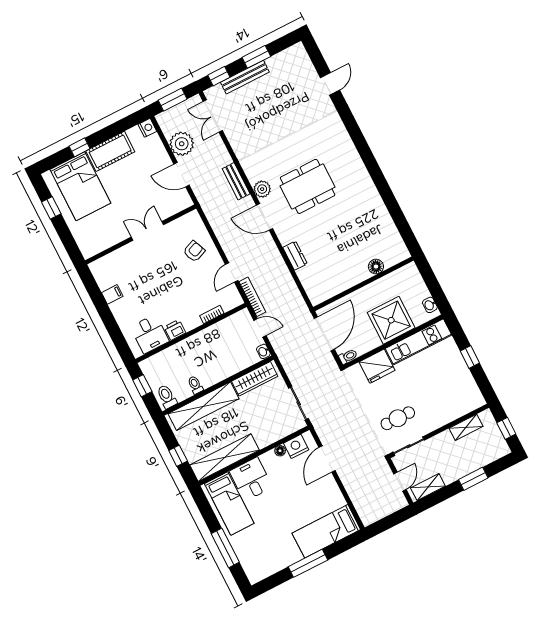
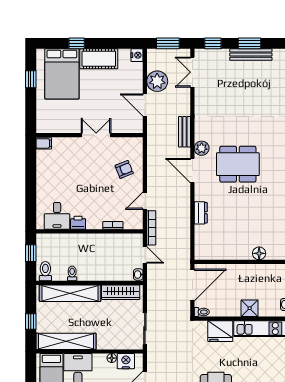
bench: (245, 77) -> (251, 55), moved
filing cabinet: (112, 294) -> (44, 143), moved
shower: (391, 320) -> (250, 308), width x0.54, depth x0.54

